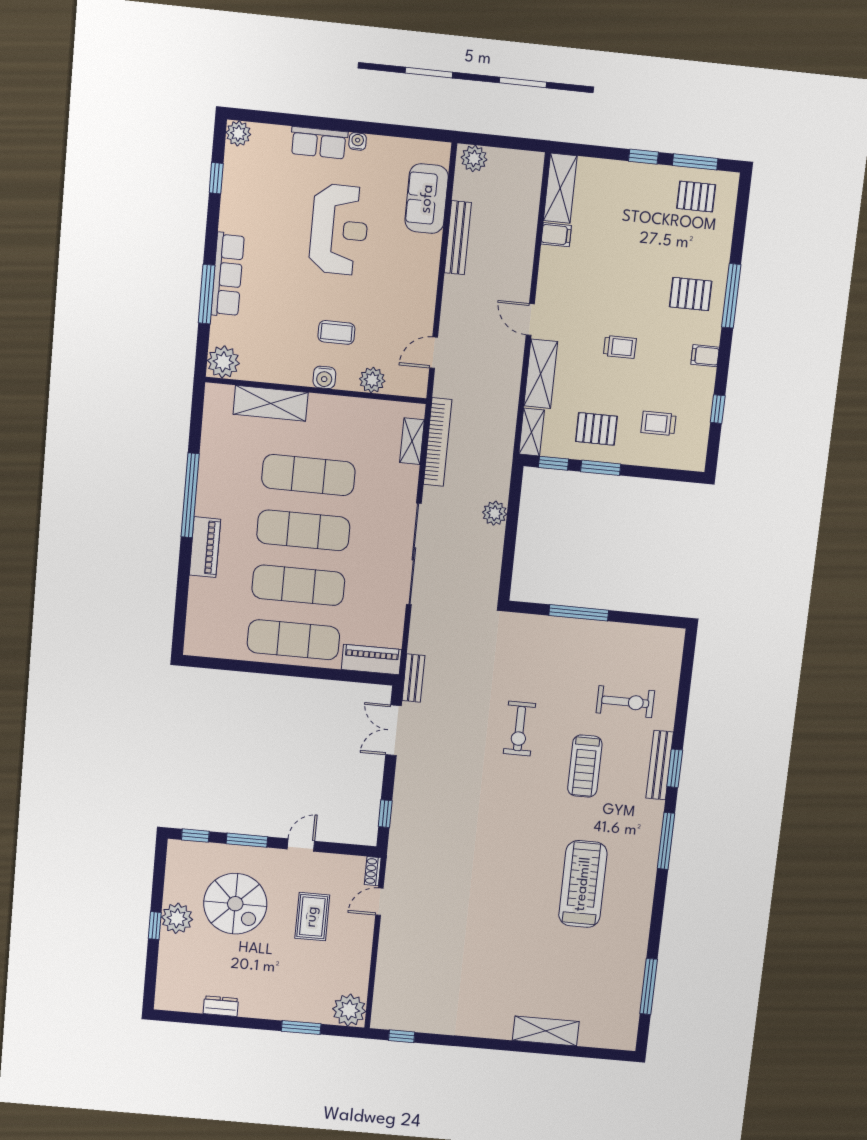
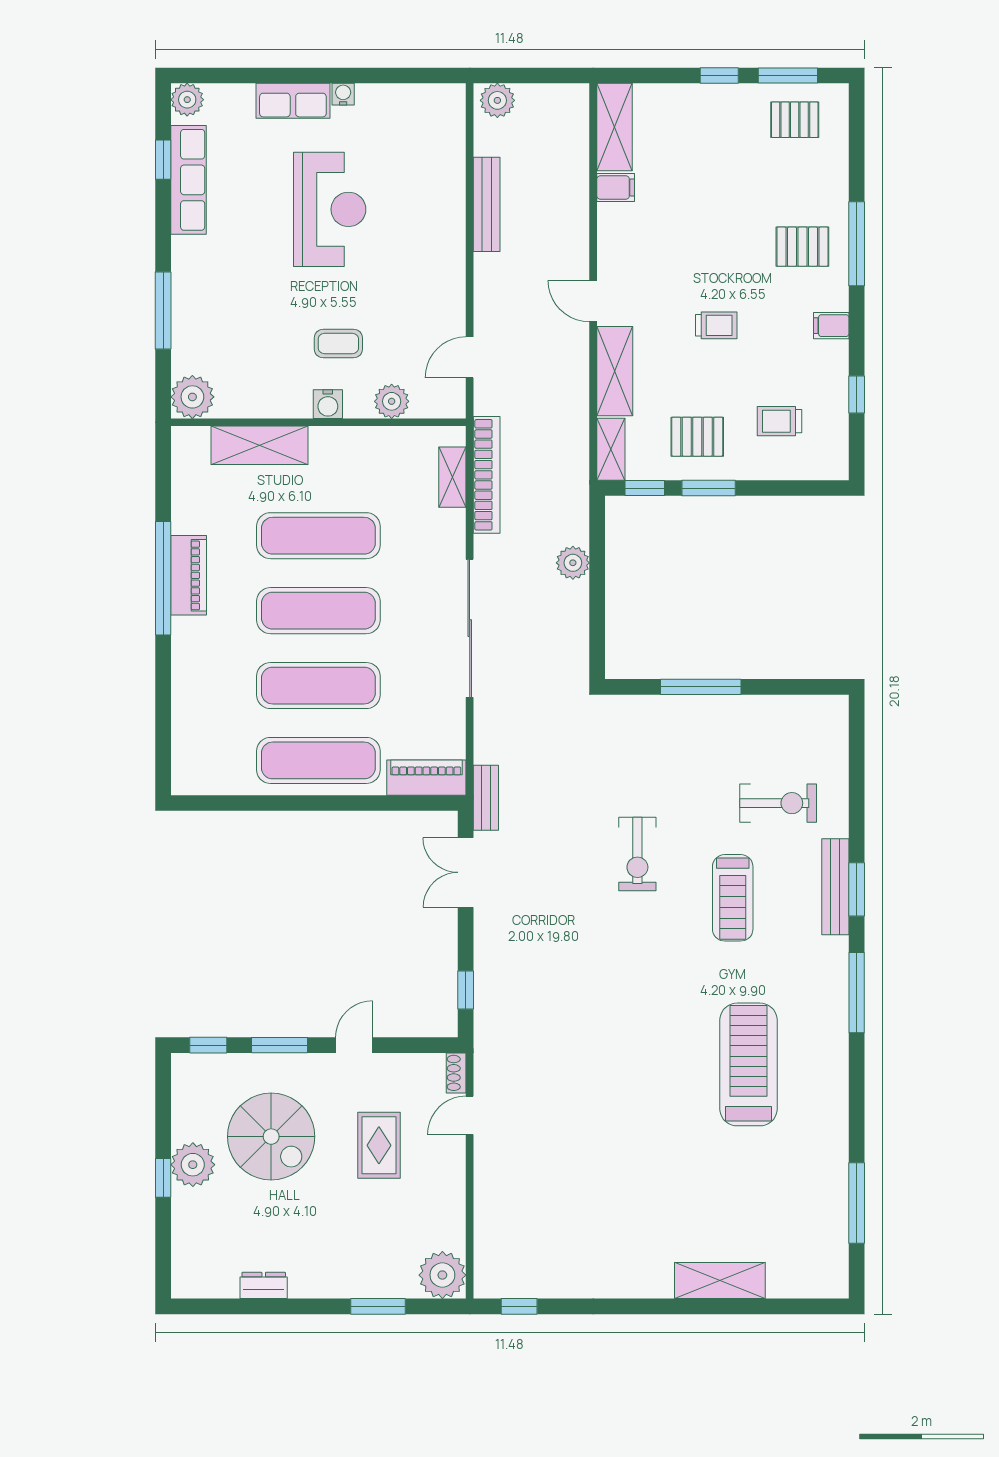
sofa: (427, 199) -> (440, 158), removed
row of seats: (228, 275) -> (188, 180), moved
piano: (205, 547) -> (189, 575), moved

